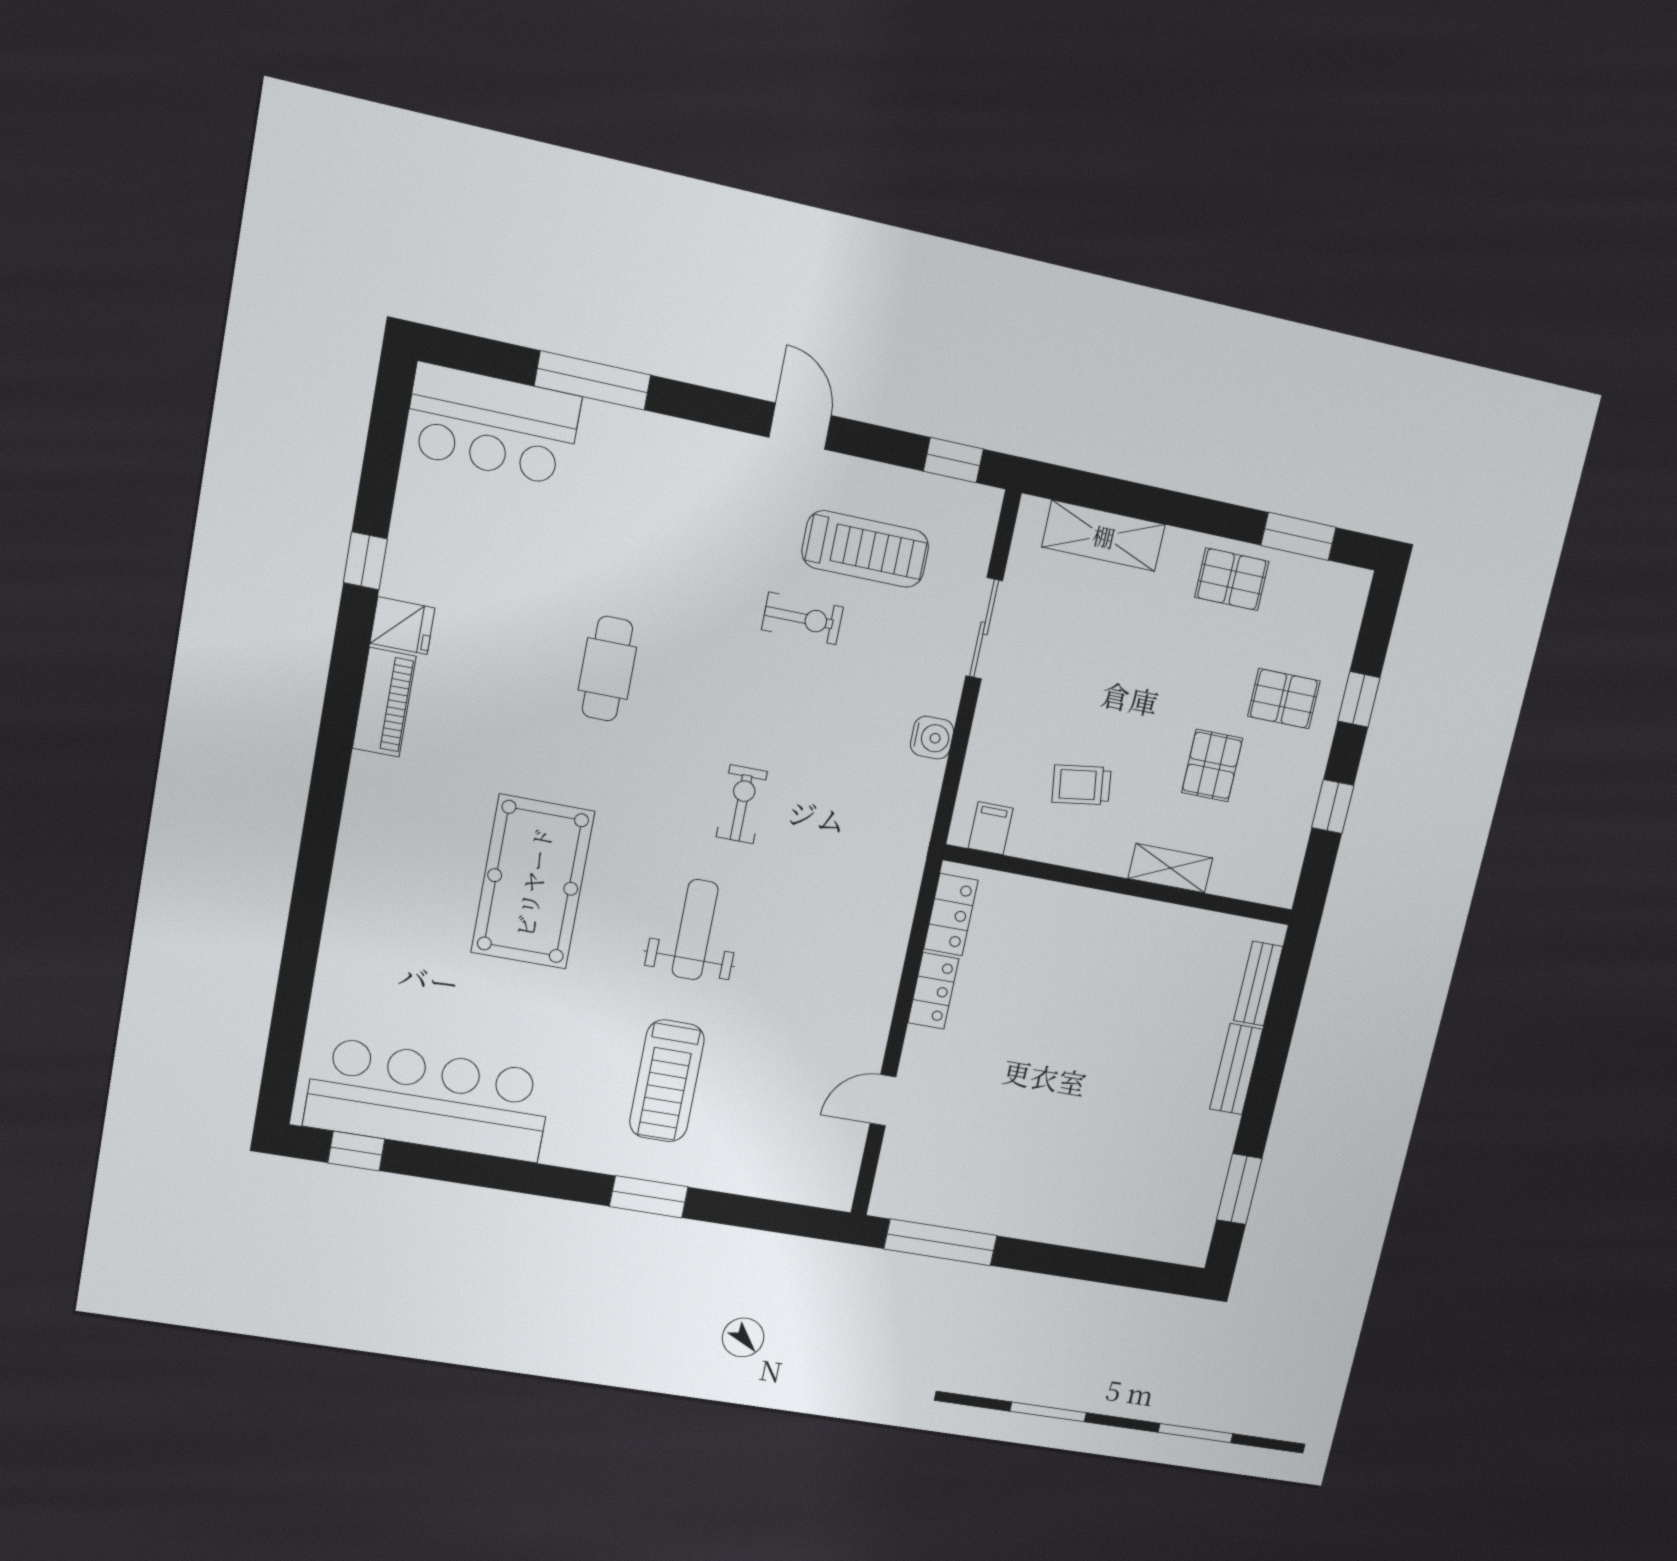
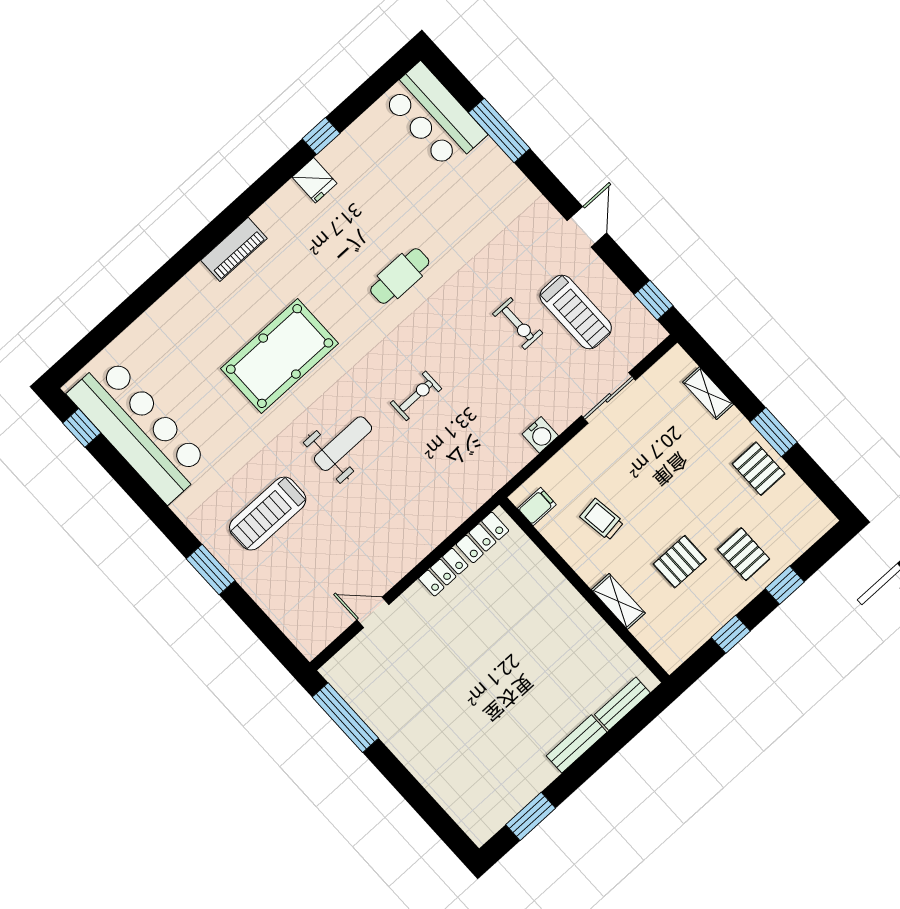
shelving: (1104, 536) -> (708, 393), width x0.67, depth x0.75
window: (1298, 536) -> (774, 432), moved
piano: (384, 702) -> (234, 249), moved

